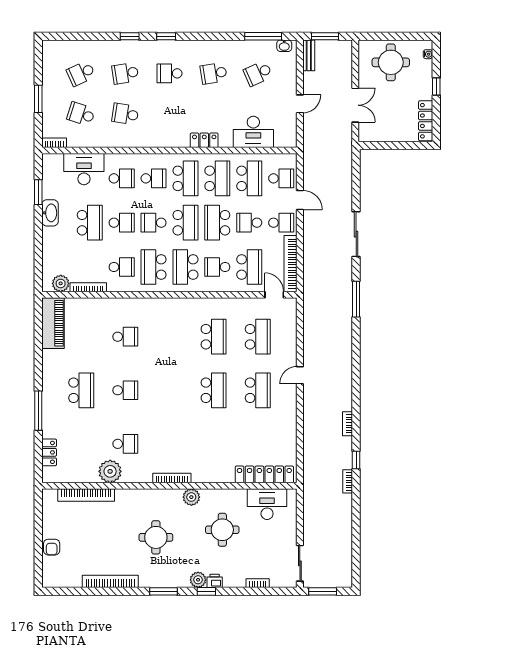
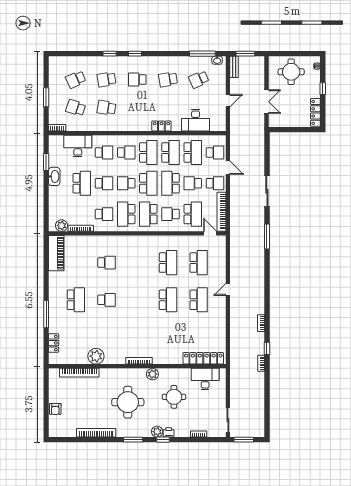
school desk: (125, 444) -> (107, 337), removed
round table: (156, 537) -> (128, 402), width x1.36, depth x1.36

